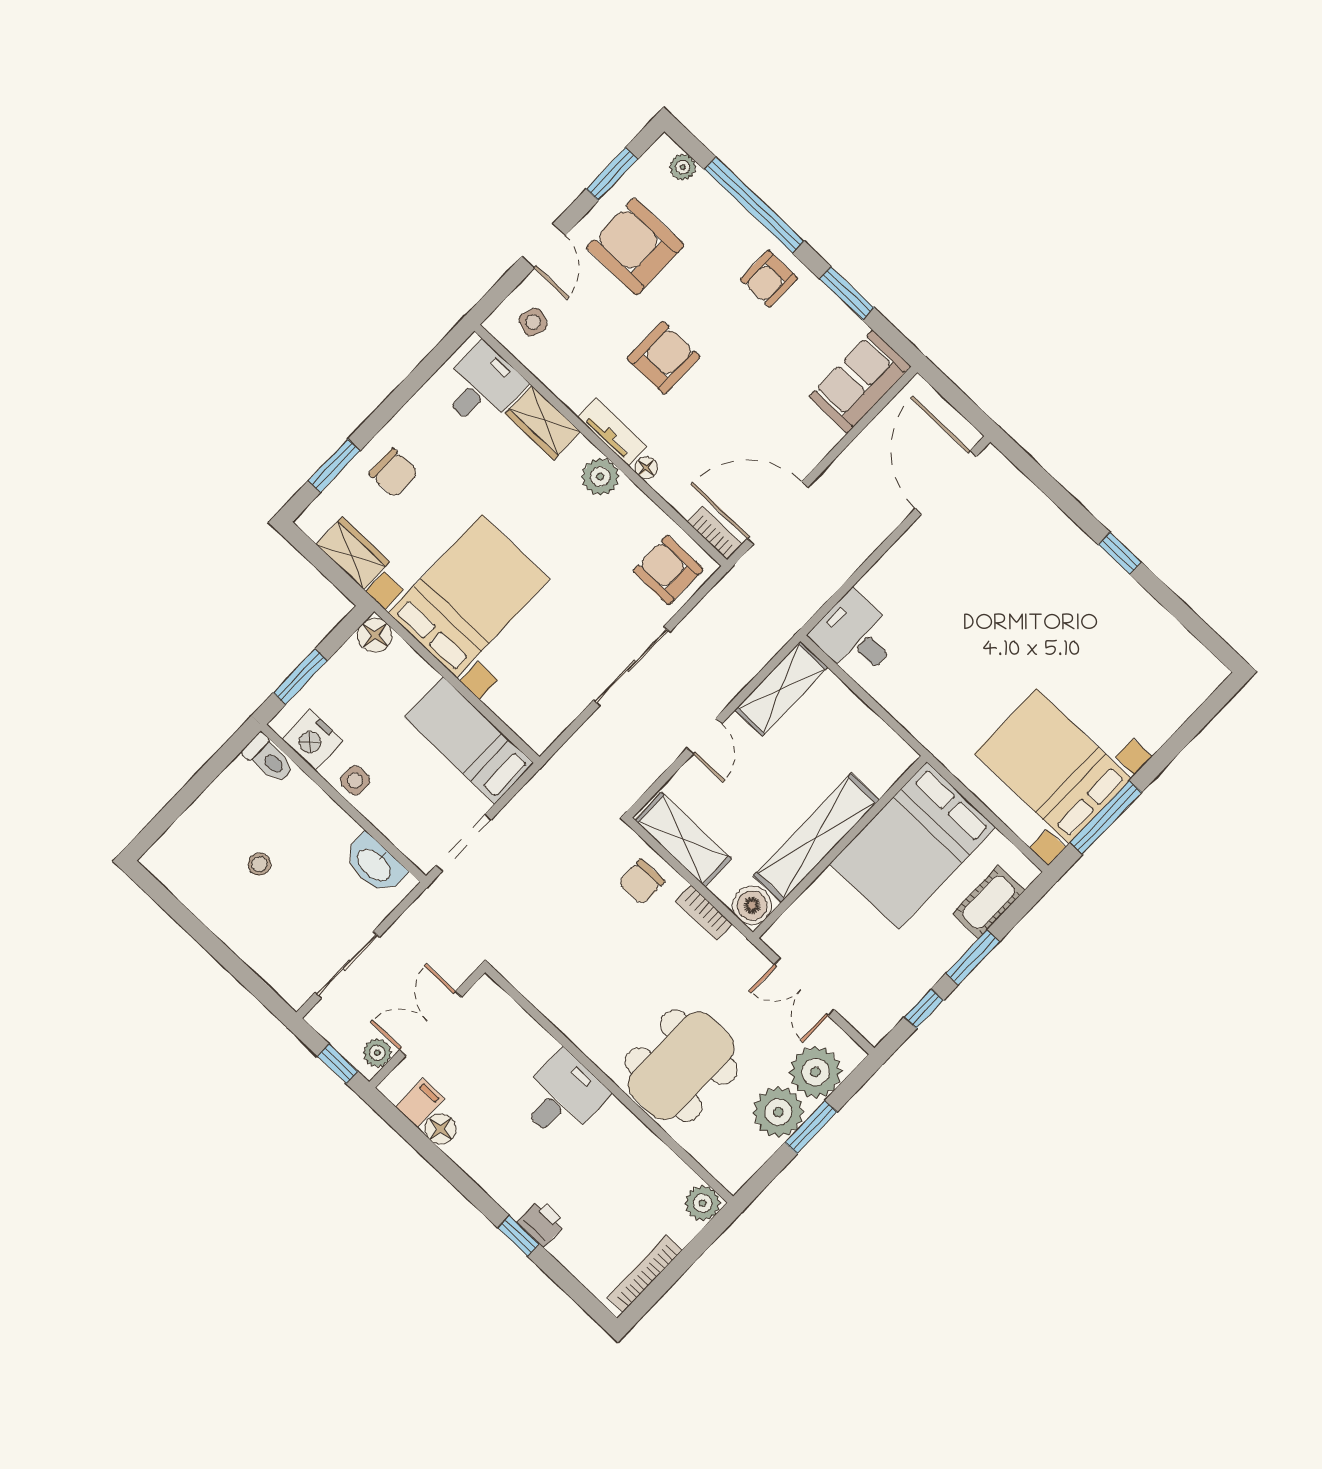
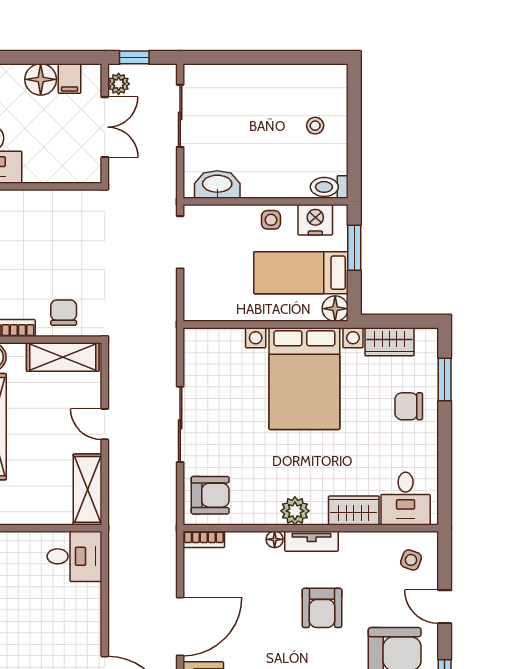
door: (778, 513) -> (180, 626), moved
bed: (469, 740) -> (301, 273), moved, turned 180
stool: (259, 864) -> (315, 126), moved
floor lamp: (441, 1129) -> (41, 79), width x1.38, depth x1.38

